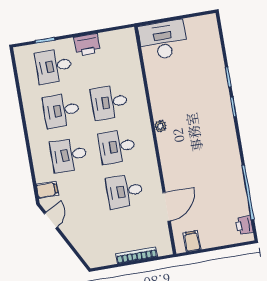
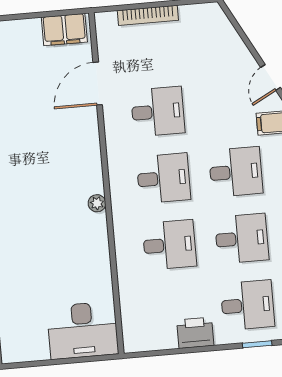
filing cabinet: (192, 241) -> (64, 30), width x2.00

